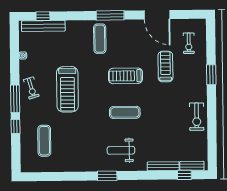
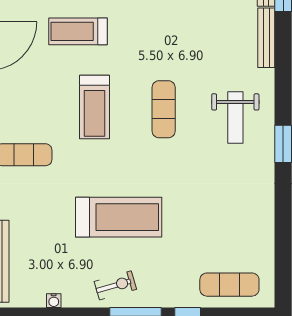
exercise mat: (44, 141) -> (229, 285), moved

